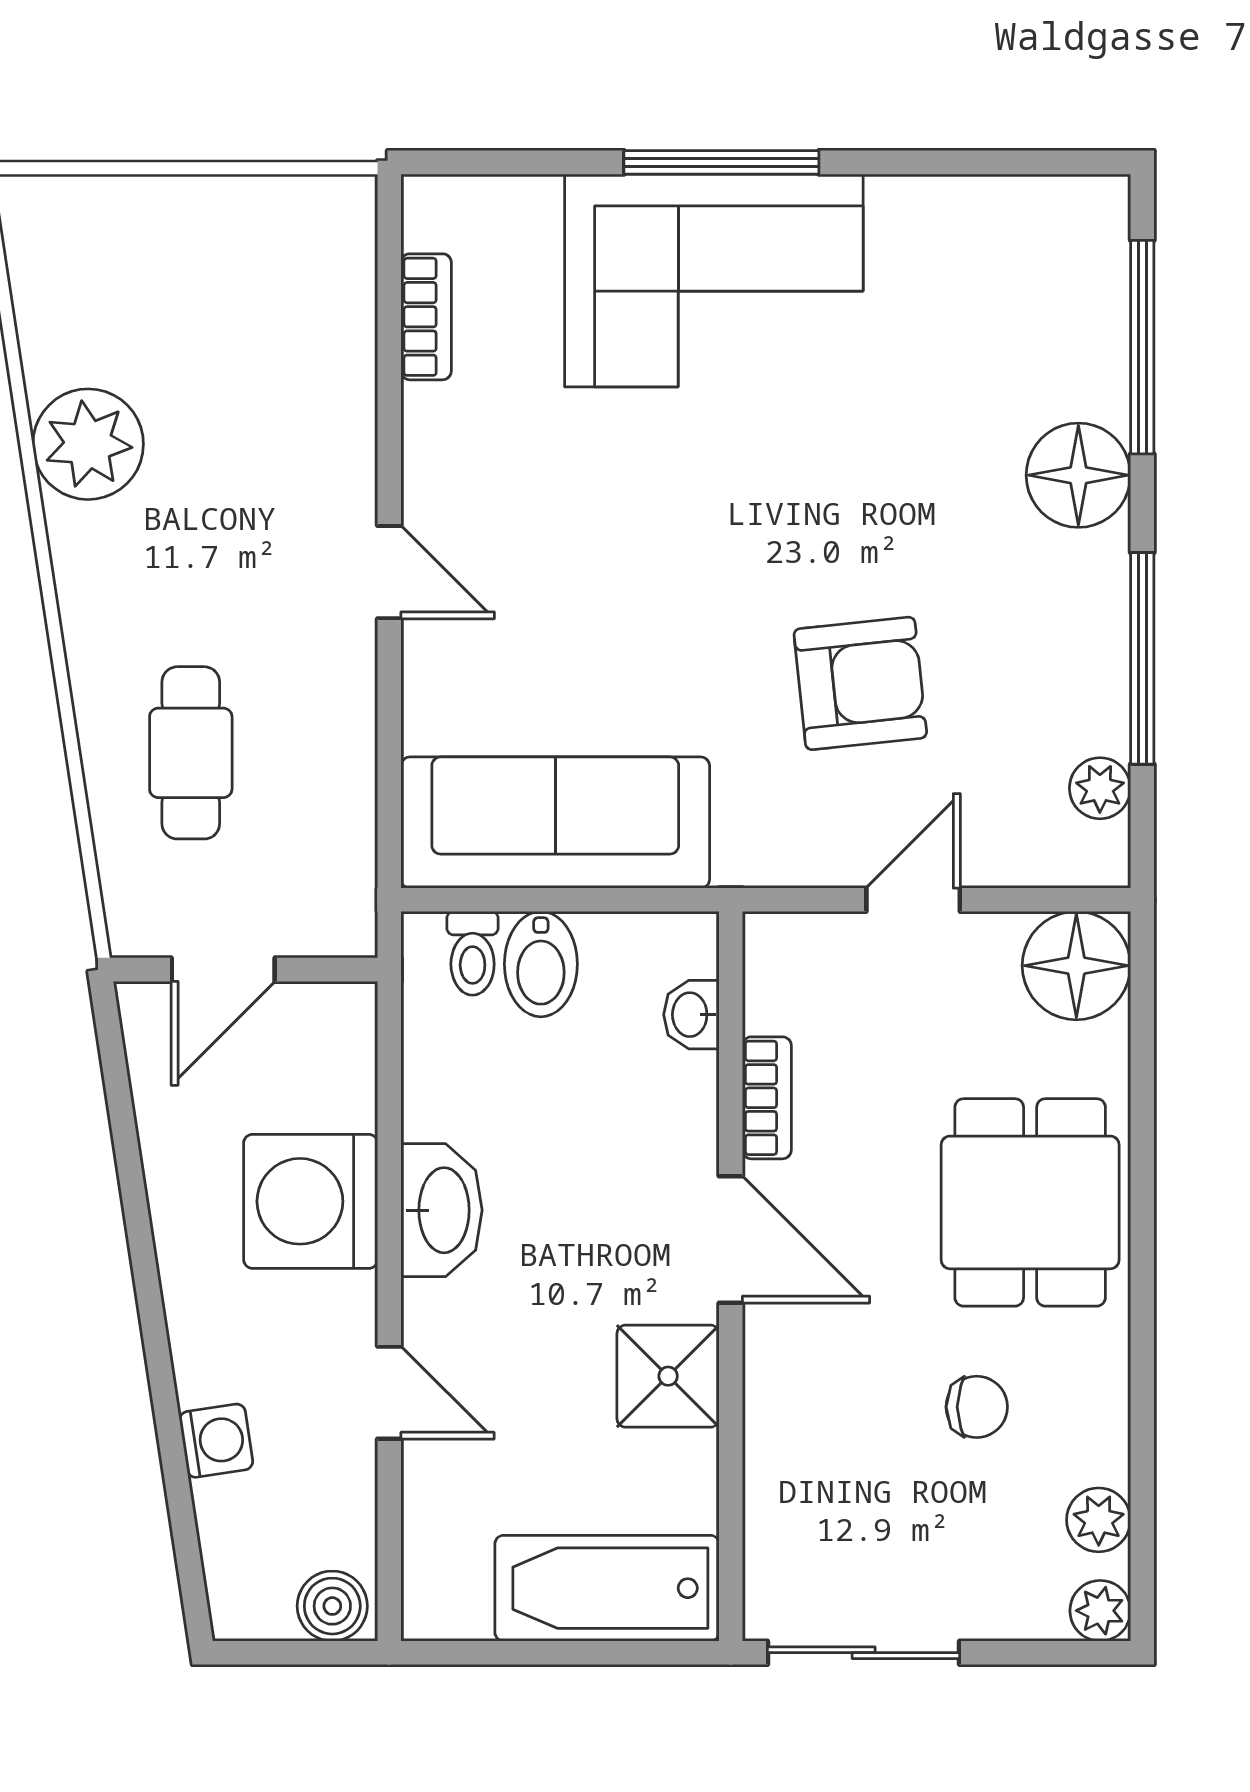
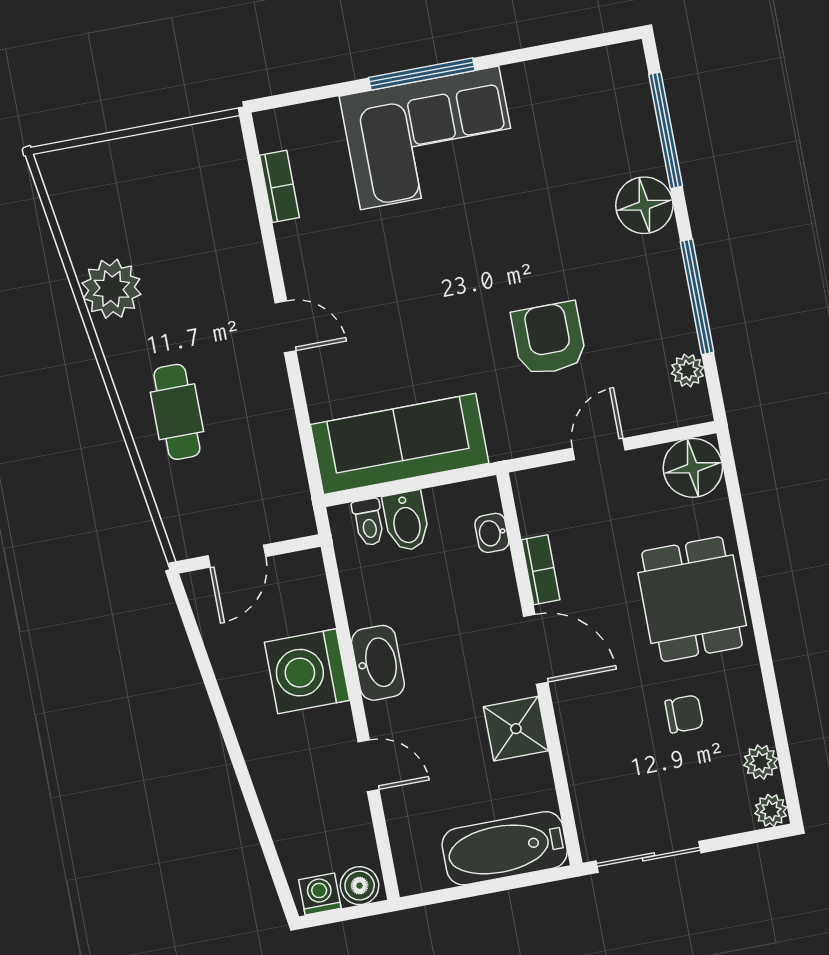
armchair: (860, 683) -> (549, 339), turned -84
cafe table: (191, 753) -> (177, 412), moved
washing machine: (216, 1441) -> (320, 894), moved, turned -81

